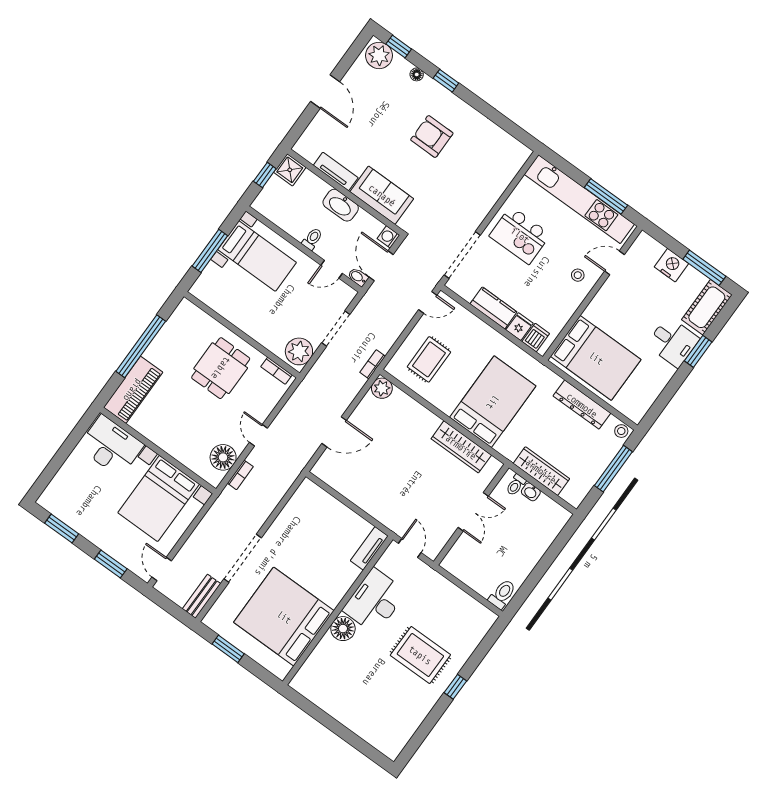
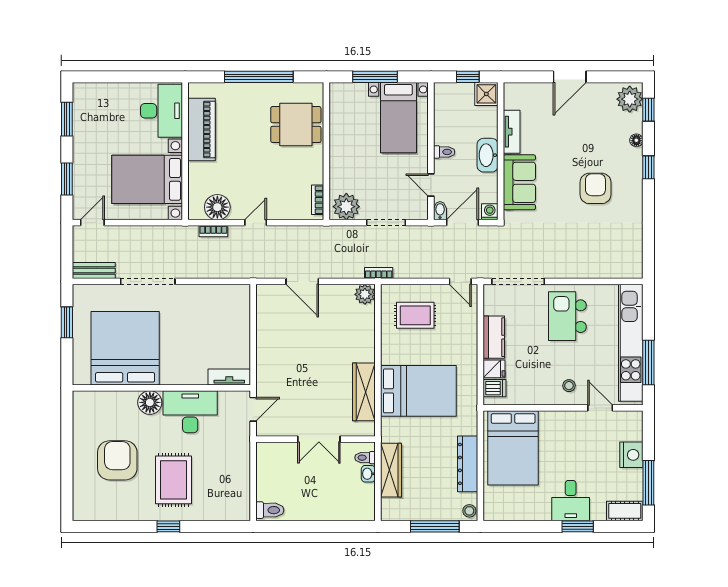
cot: (707, 307) -> (625, 511), width x0.73, depth x0.75
dining table: (221, 368) -> (296, 125), moved
piano: (133, 390) -> (202, 130), moved, turned -90
armchair: (371, 689) -> (117, 460), added

